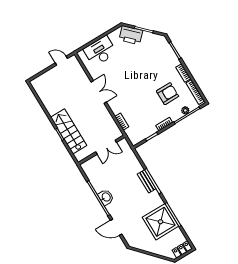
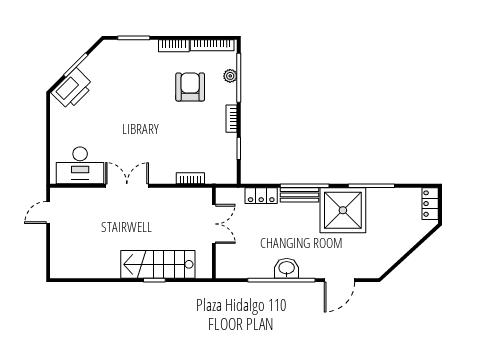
desk: (100, 51) -> (80, 165), moved, turned -90
locker: (135, 162) -> (261, 196), added
shower: (161, 222) -> (343, 210), moved

